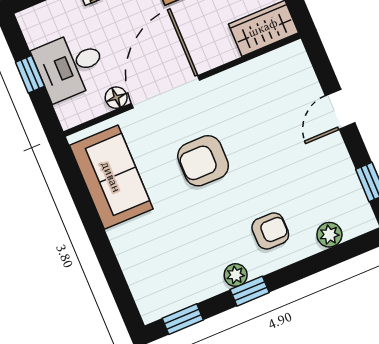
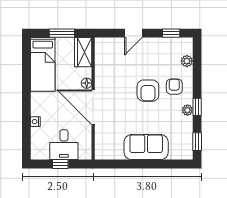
floor lamp: (116, 98) -> (87, 83), moved
door: (340, 109) -> (133, 33), hinge flipped
armchair: (203, 161) -> (148, 91), moved
sofa: (111, 177) -> (146, 147), moved

